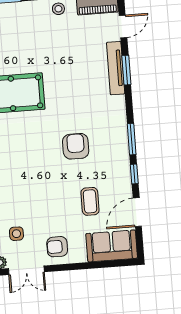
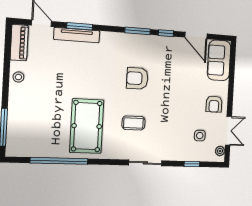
coffee table: (90, 201) -> (133, 123), moved

